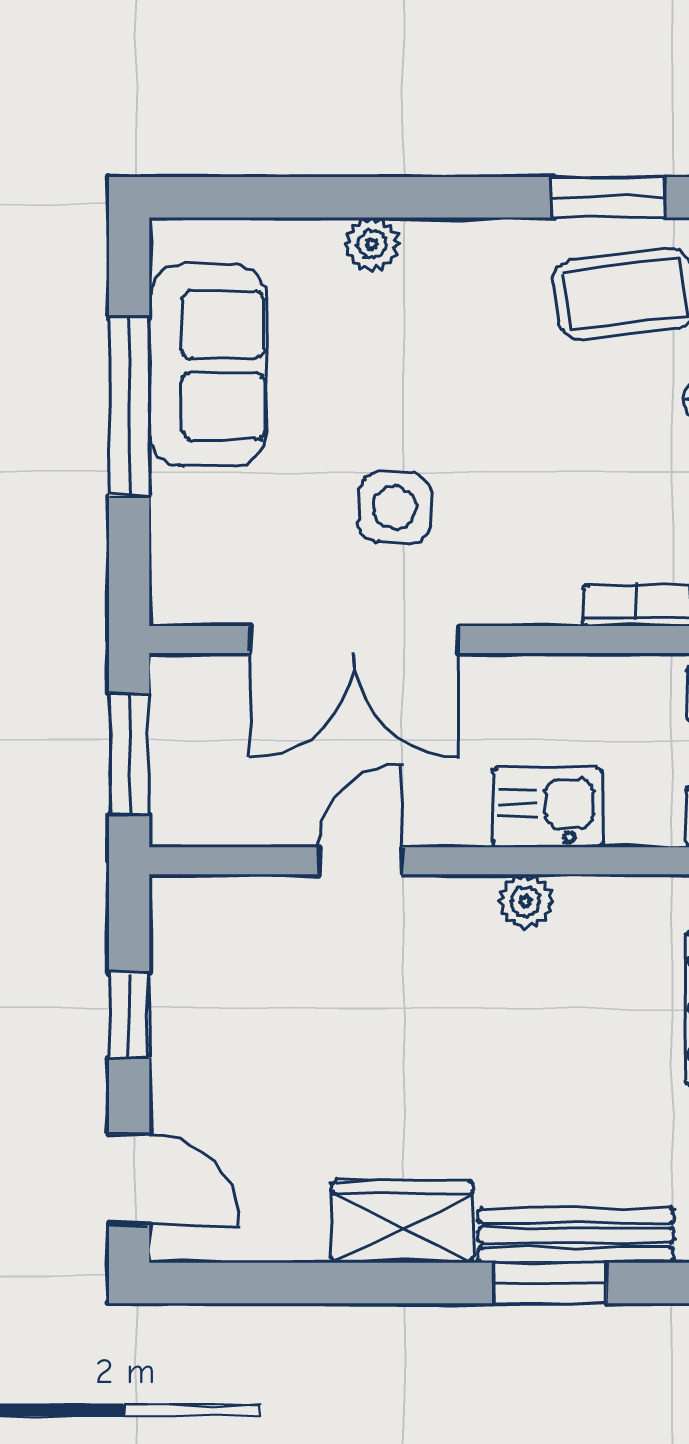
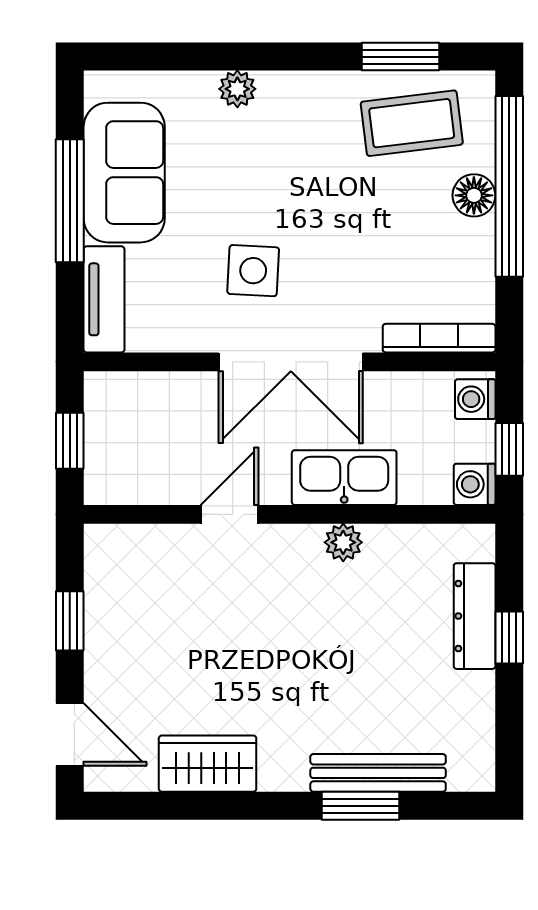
tv unit: (179, 549) -> (104, 299), added
double door: (354, 640) -> (291, 362), moved
window: (129, 754) -> (70, 441), width x0.67
kitchen sink: (547, 807) -> (344, 478), width x1.38
wardrobe: (402, 1222) -> (208, 764), moved

